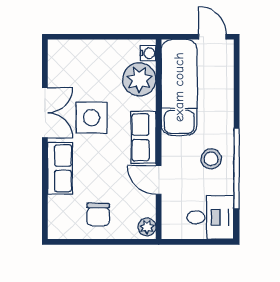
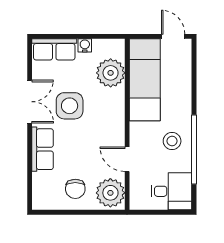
water cooler: (148, 53) -> (85, 45), moved, turned -90
row of seats: (143, 137) -> (54, 49), moved, turned -90
plant: (147, 227) -> (110, 193), width x1.87, depth x1.87

